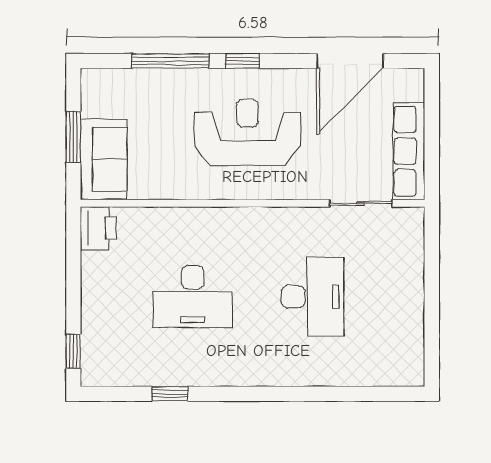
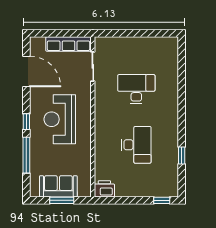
sofa: (104, 159) -> (58, 186), moved

